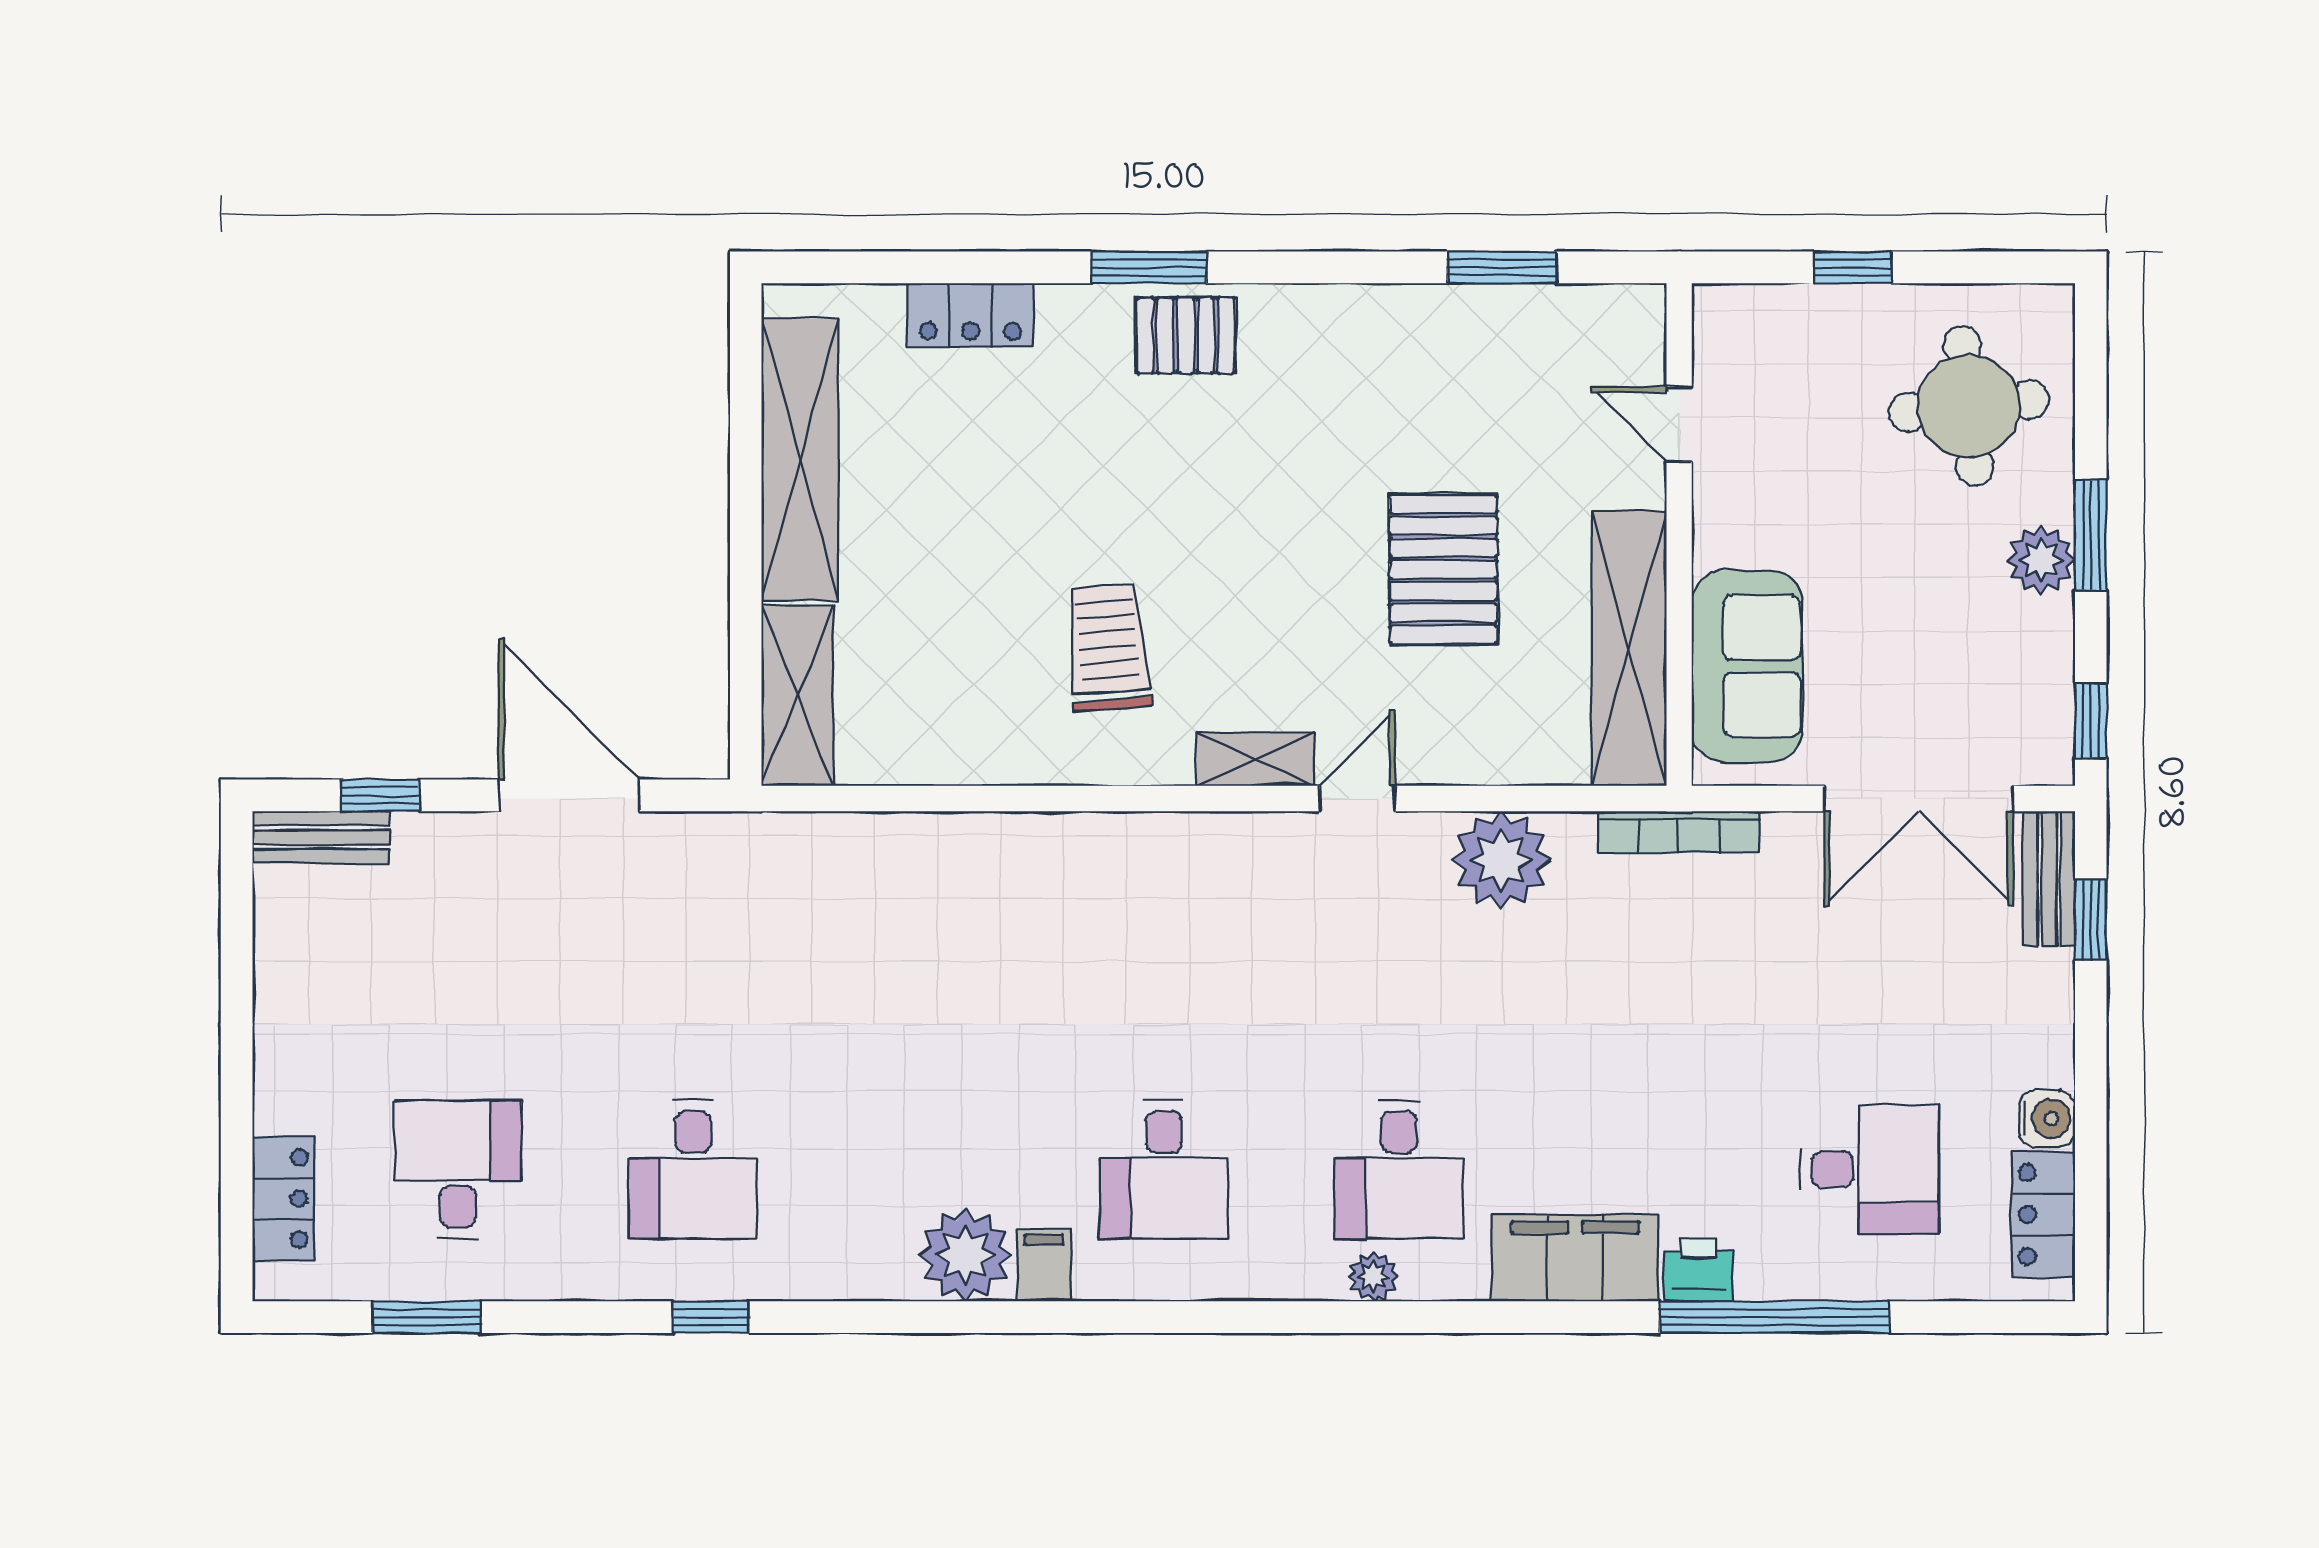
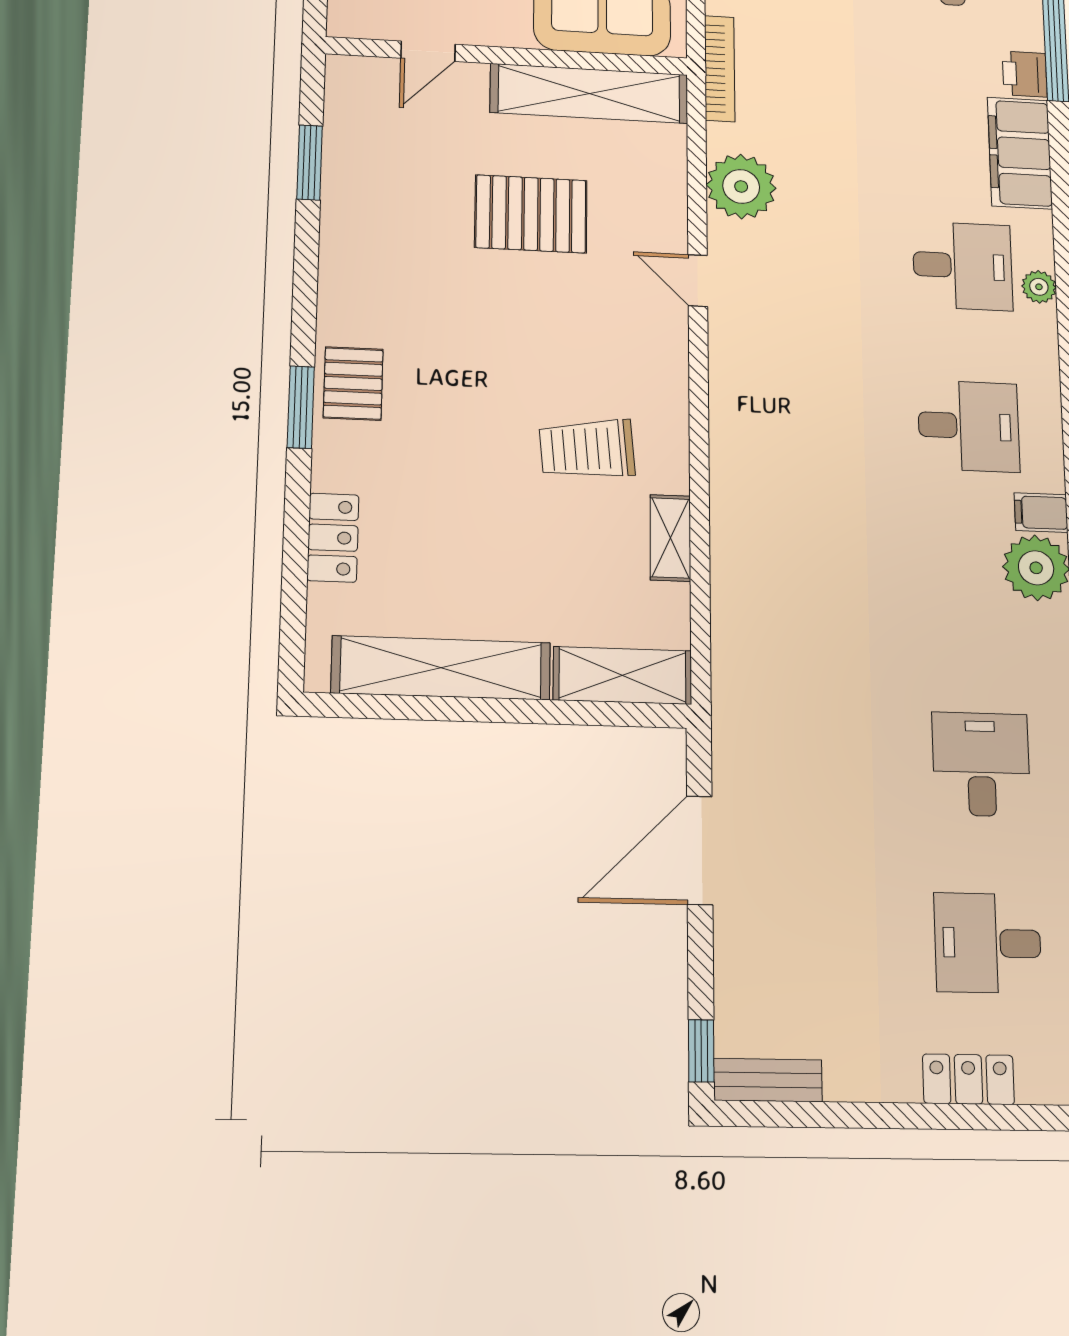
shelving: (1256, 759) -> (670, 538), moved
window: (380, 795) -> (701, 1051), moved
bench: (321, 837) -> (768, 1080), moved, turned 90
desk: (693, 1169) -> (981, 764), turned -90
locker: (284, 1199) -> (968, 1079), moved

